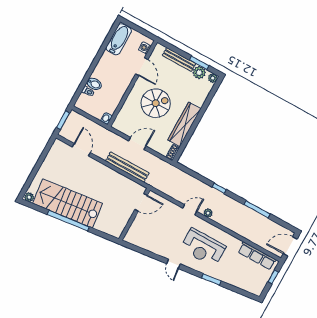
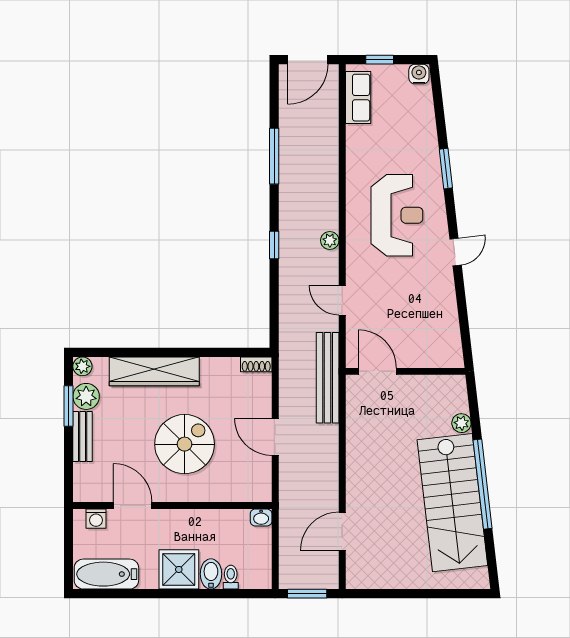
bench: (179, 59) -> (83, 436), width x0.73
door: (142, 67) -> (133, 505), hinge flipped
shower: (104, 71) -> (179, 569), added
spiral stairs: (156, 103) -> (185, 444), turned 90
wardrobe: (184, 124) -> (154, 371), moved
bench: (127, 167) -> (328, 378), moved
plant: (29, 197) -> (461, 423), moved
door: (190, 210) -> (342, 300), moved
door: (290, 246) -> (308, 60), hinge flipped
row of seats: (257, 256) -> (358, 98), width x0.68
water cooler: (258, 290) -> (419, 74), added

